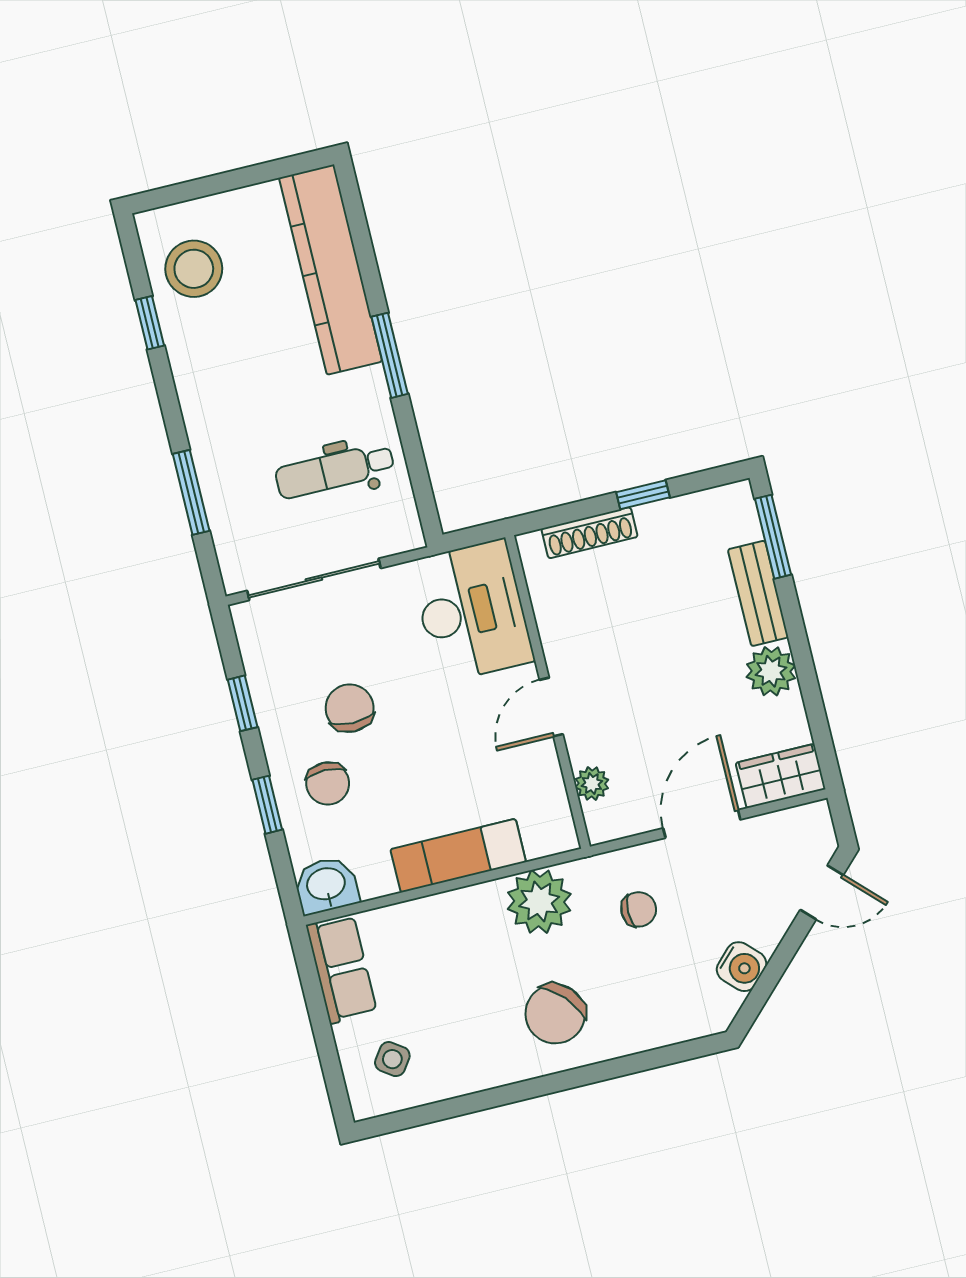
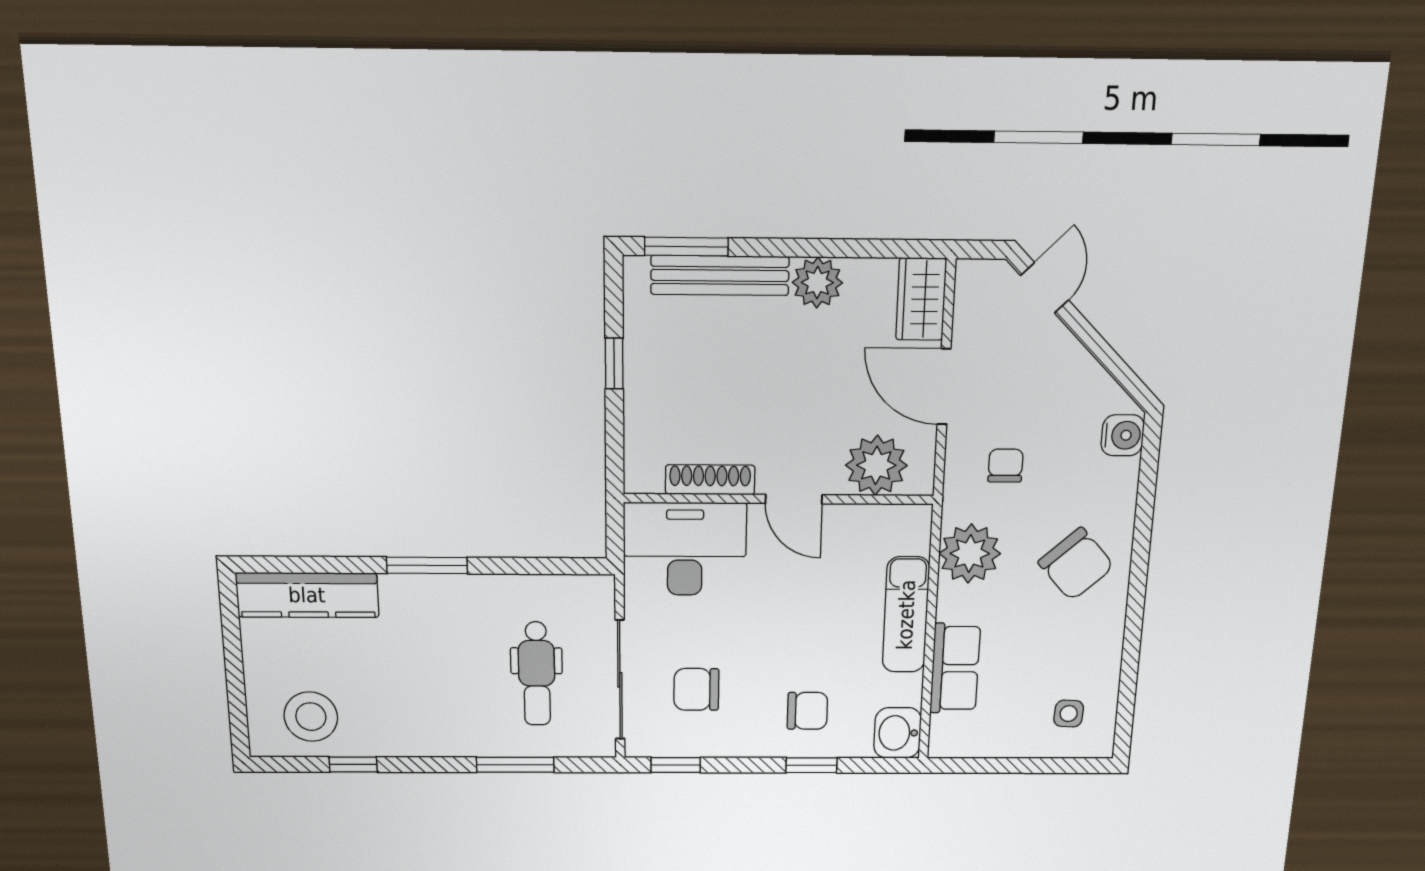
kitchen counter: (331, 270) -> (307, 595), width x0.72, depth x0.86
dental chair: (335, 471) -> (537, 674), moved
shoe rack: (589, 533) -> (710, 480), moved, turned -90
bench: (758, 593) -> (720, 275), width x1.36
window: (243, 703) -> (676, 765), moved
chair: (350, 708) -> (696, 689), moved
plant: (592, 784) -> (876, 465), width x1.88, depth x1.88
water cooler: (741, 967) -> (1123, 435), moved, turned 45
row of seats: (341, 969) -> (955, 668), moved, turned 90
side table: (392, 1059) -> (1069, 714), turned -32

